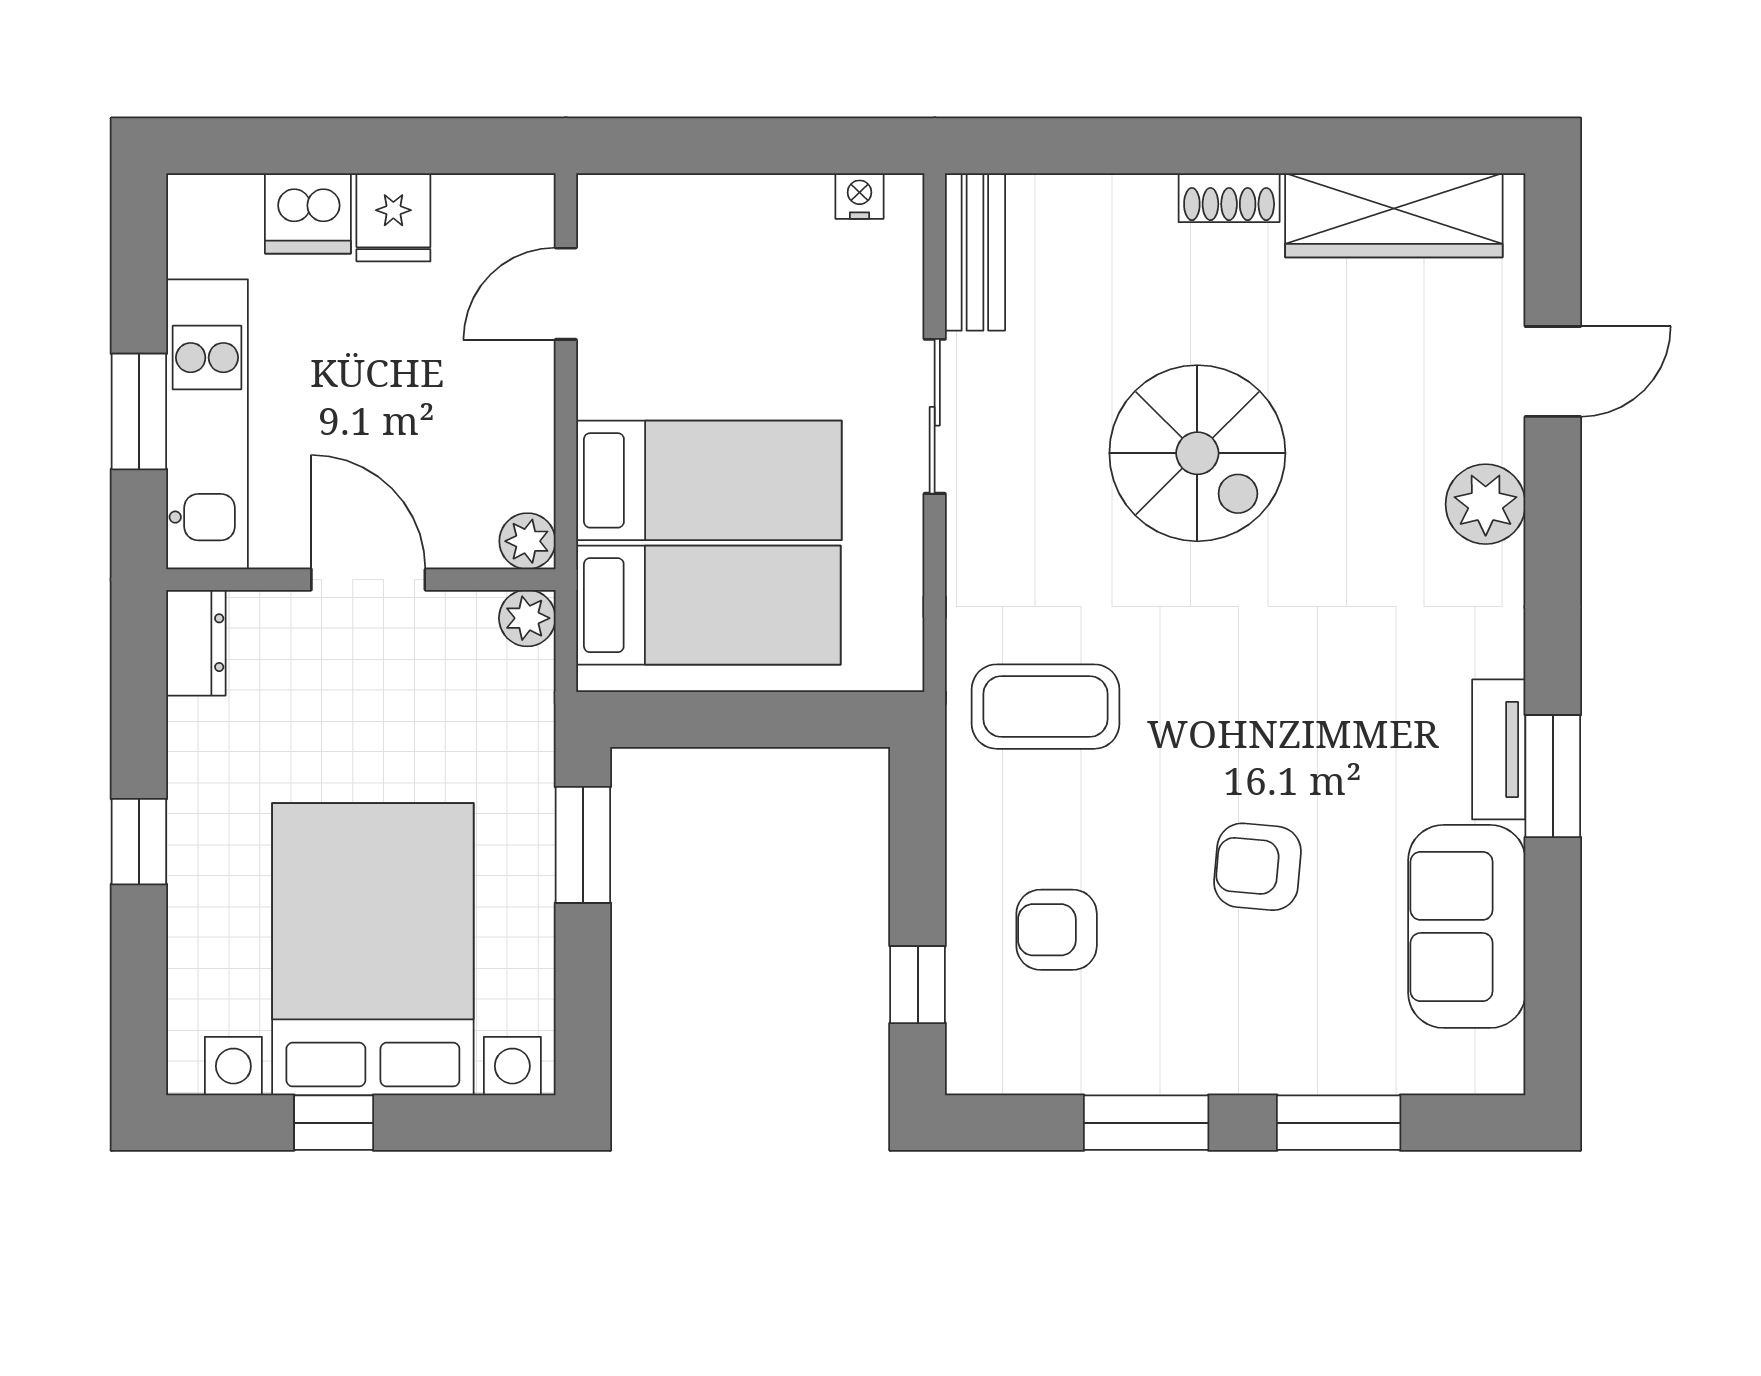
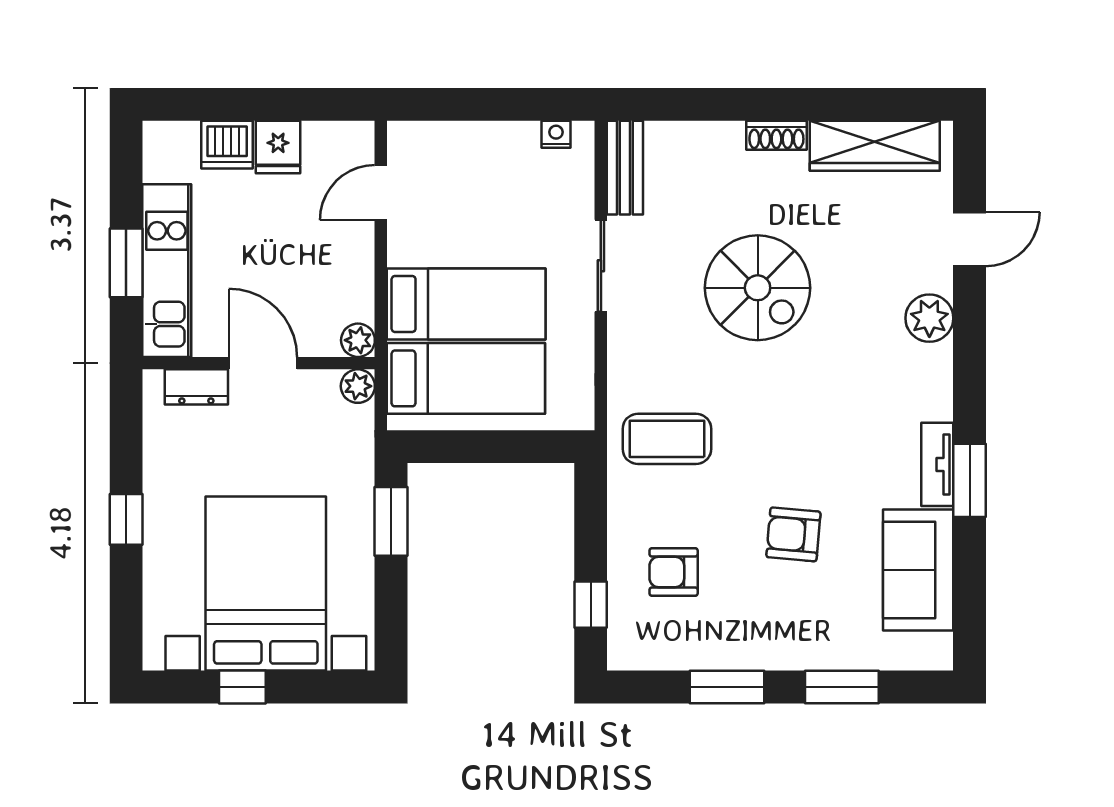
dresser: (196, 643) -> (196, 387), moved, turned 90

